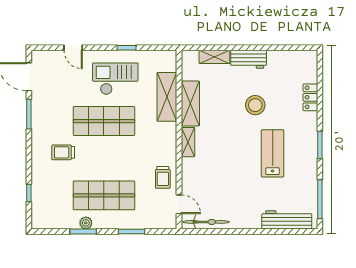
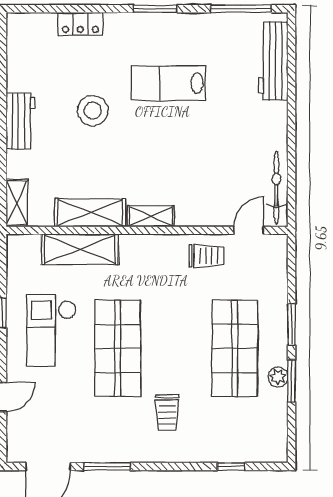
shelving: (214, 57) -> (17, 203), moved
window: (132, 232) -> (292, 325), moved

